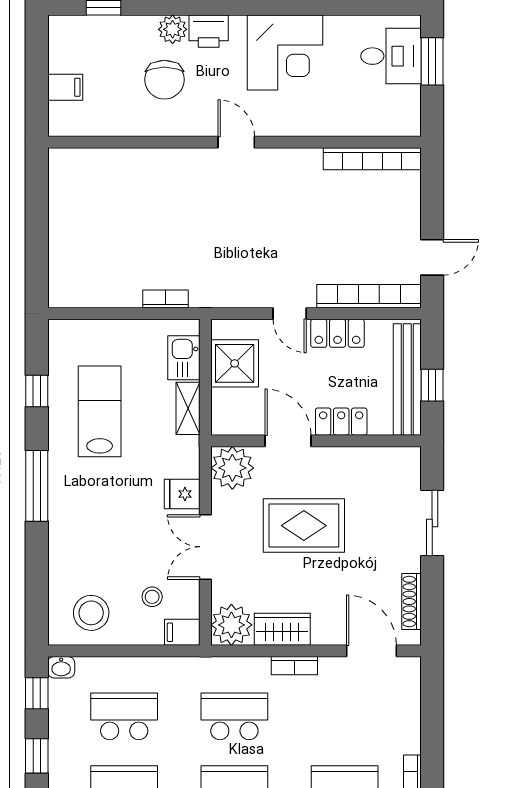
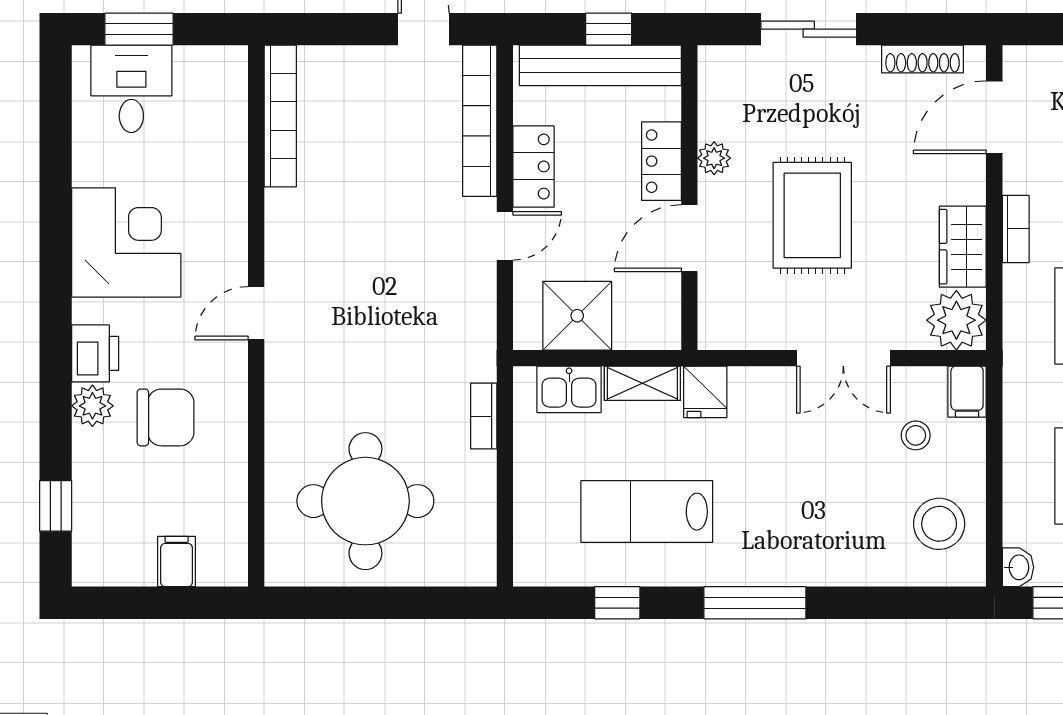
round table: (107, 217) -> (365, 501), added
plant: (232, 468) -> (714, 158), moved, width x0.53, depth x0.53
fridge: (182, 494) -> (705, 392), moved

